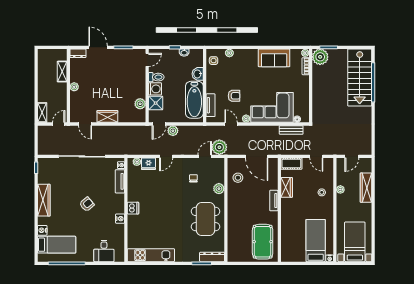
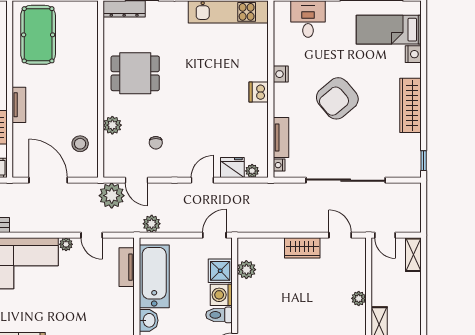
armchair: (234, 96) -> (87, 283), removed
door: (59, 124) -> (385, 235), hinge flipped
plant: (173, 131) -> (152, 224), moved
door: (205, 156) -> (136, 180), hinge flipped
armchair: (87, 204) -> (337, 98), width x1.88, depth x1.88
dining table: (206, 219) -> (135, 73), width x0.73

